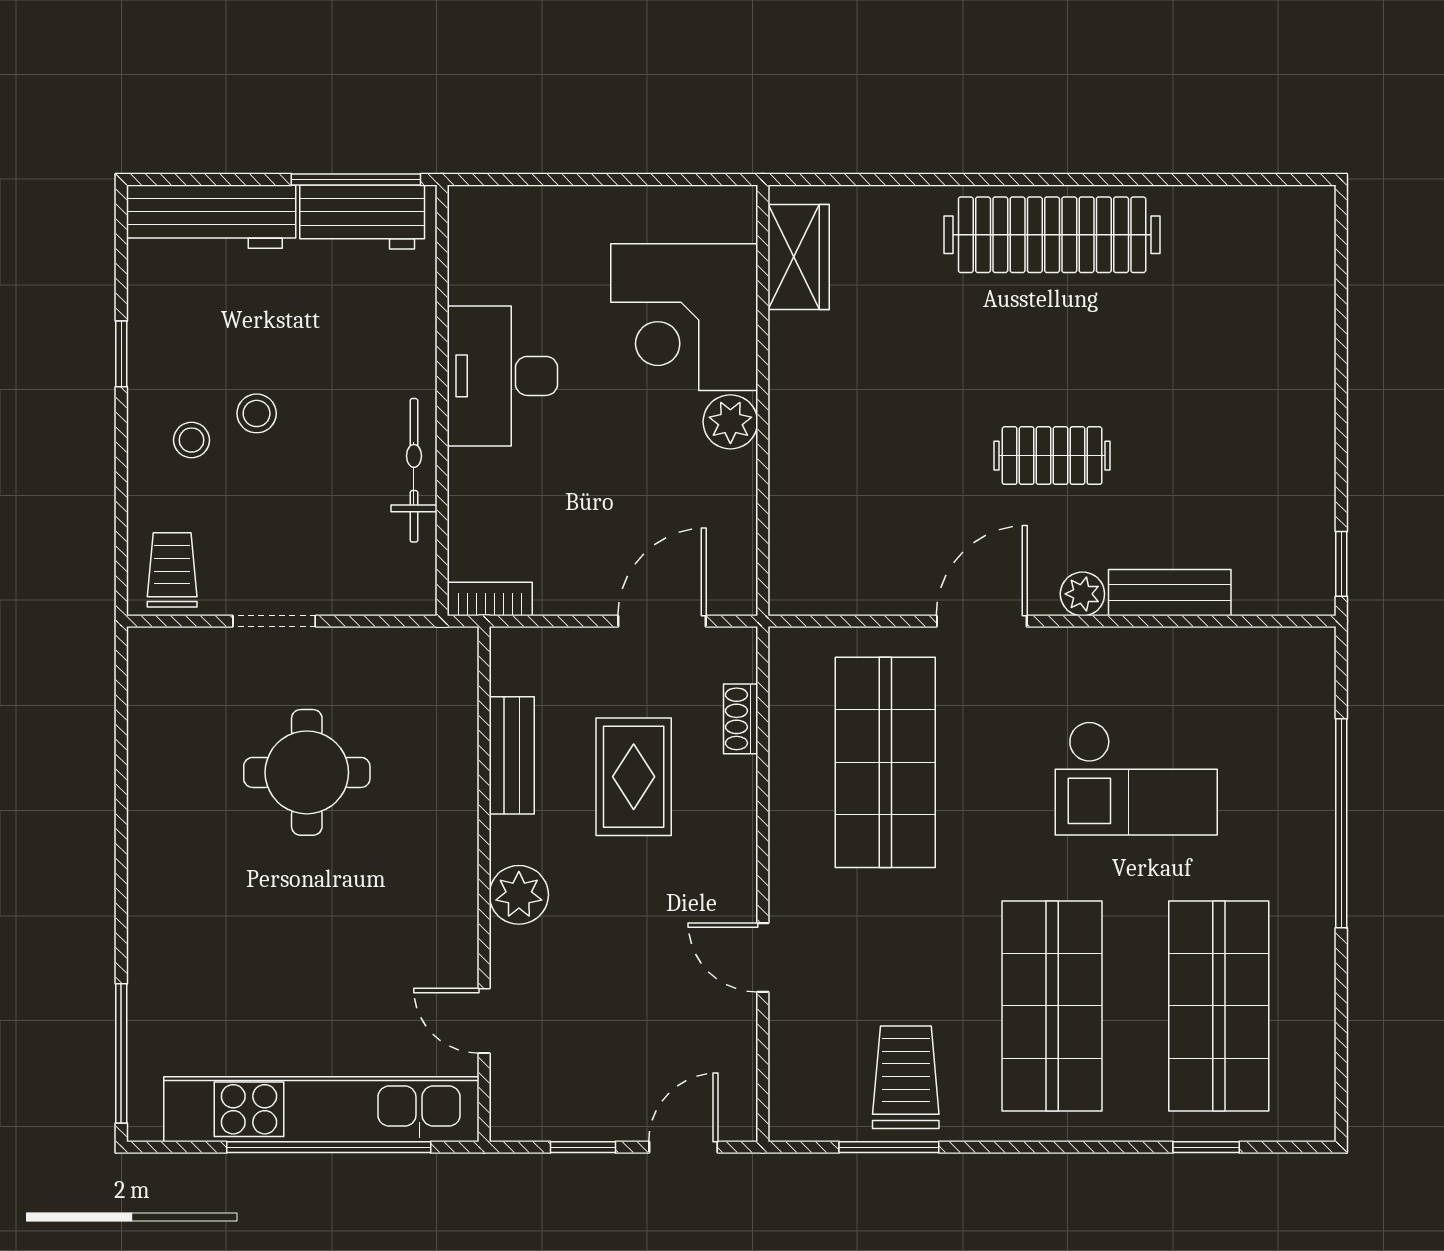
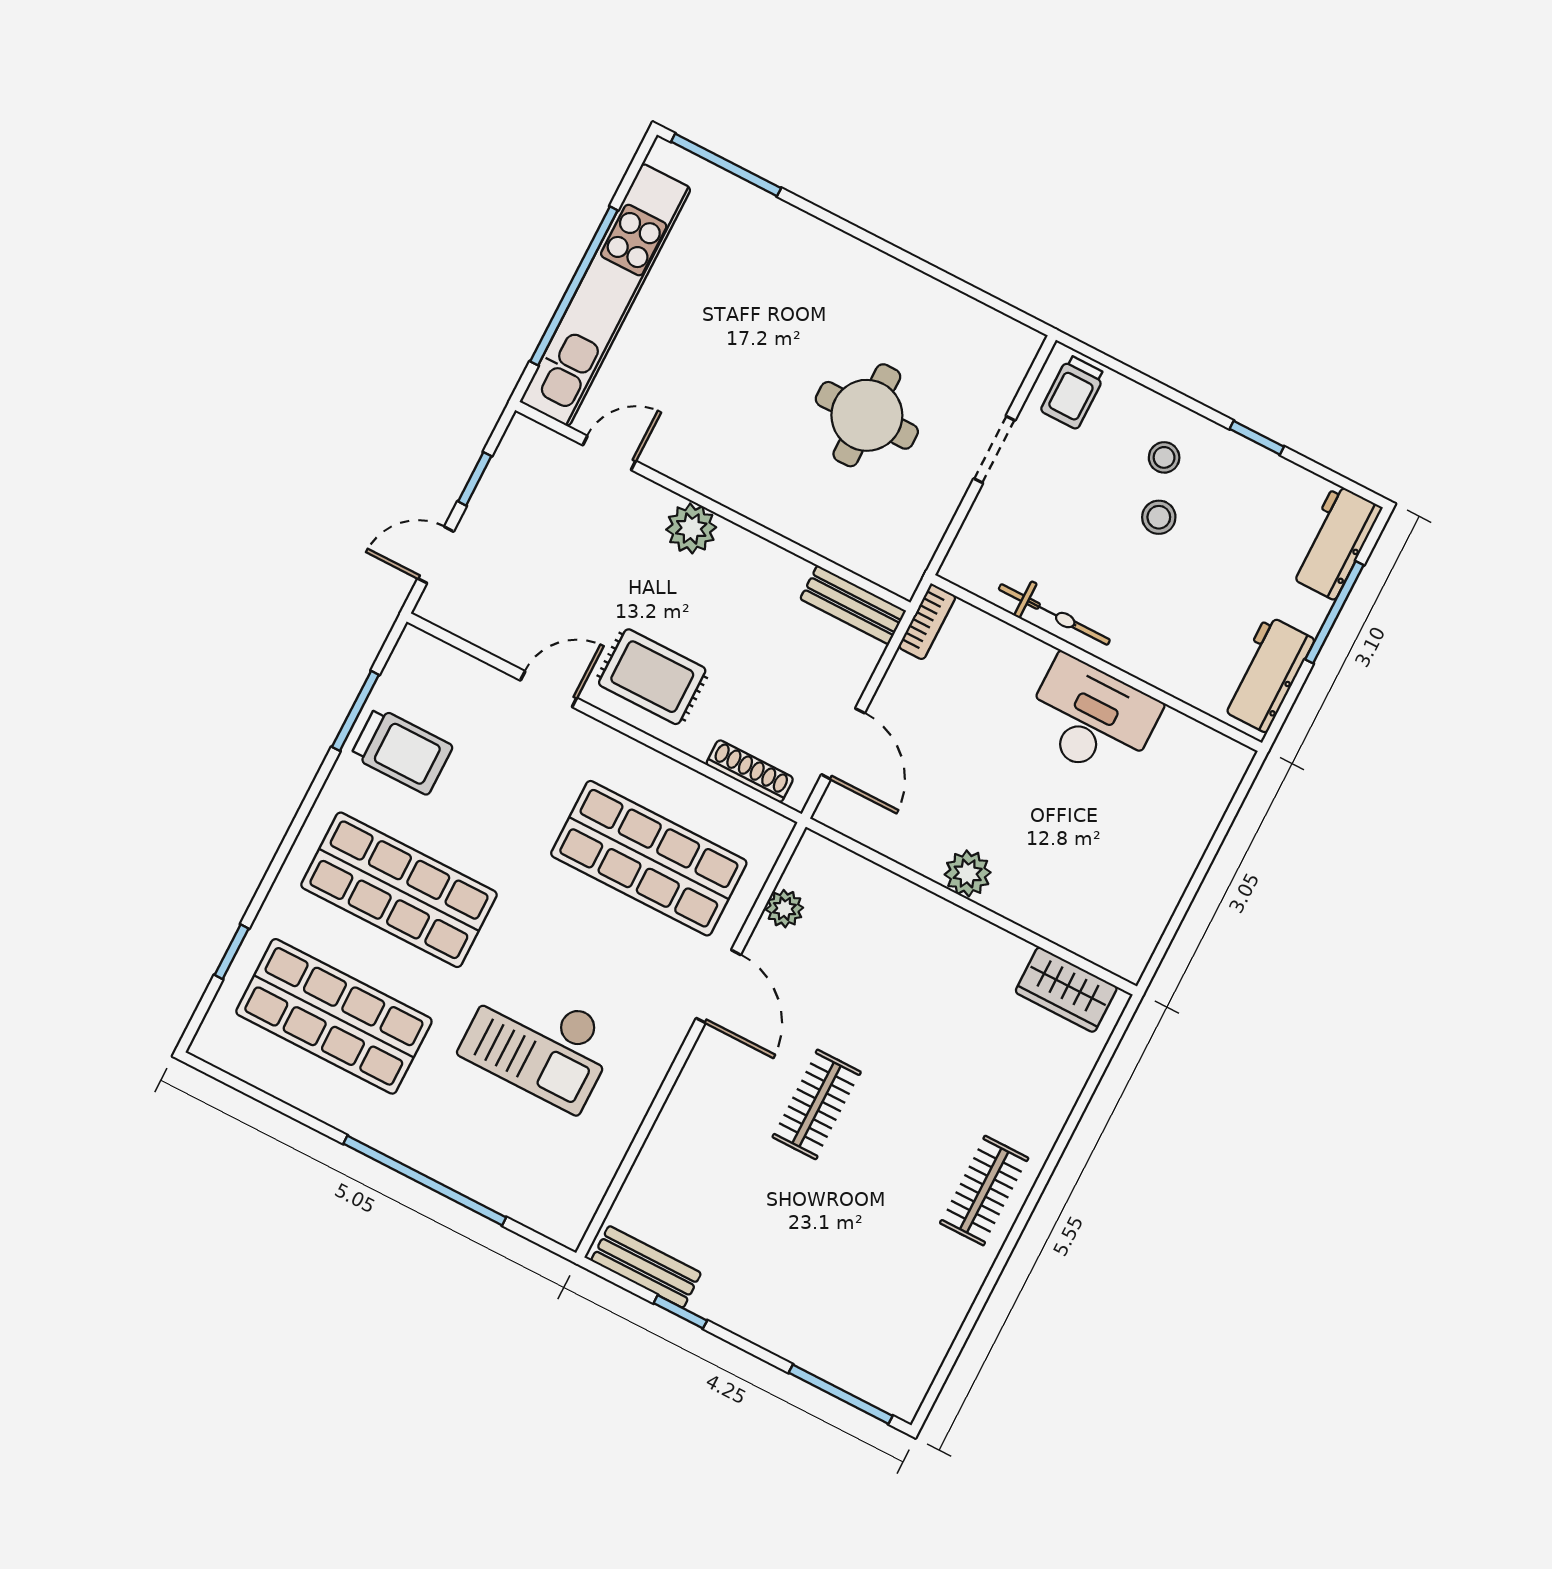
window: (356, 179) -> (1334, 612), moved
workbench: (211, 217) -> (1335, 542), width x0.73
clothes rail: (1052, 235) -> (984, 1191), width x0.54, depth x0.76
window: (1341, 275) -> (841, 1394), added
corner desk: (684, 317) -> (1065, 879), removed
window: (1341, 564) -> (680, 1312), moved
trolley: (172, 570) -> (1073, 392), turned 90
bench: (1170, 593) -> (646, 1267), moved, turned 90
plant: (1082, 594) -> (784, 909), moved
shoe rack: (741, 719) -> (750, 771), width x1.43
bench: (512, 755) -> (853, 605), moved
rug: (634, 777) -> (652, 677), moved
checkout: (1136, 778) -> (539, 1043), turned -90
door: (683, 1147) -> (436, 555), swing flipped

